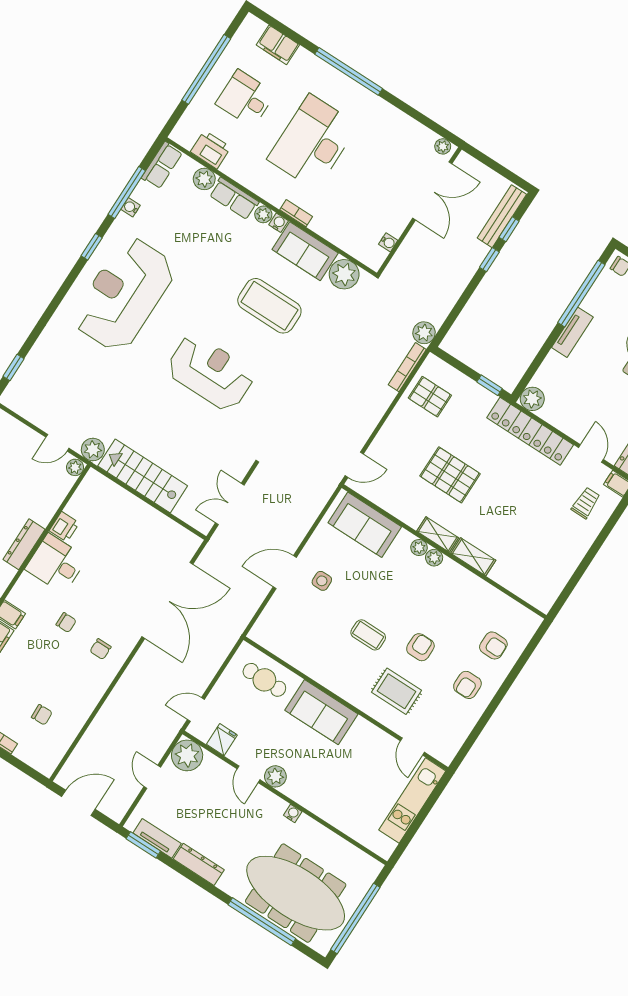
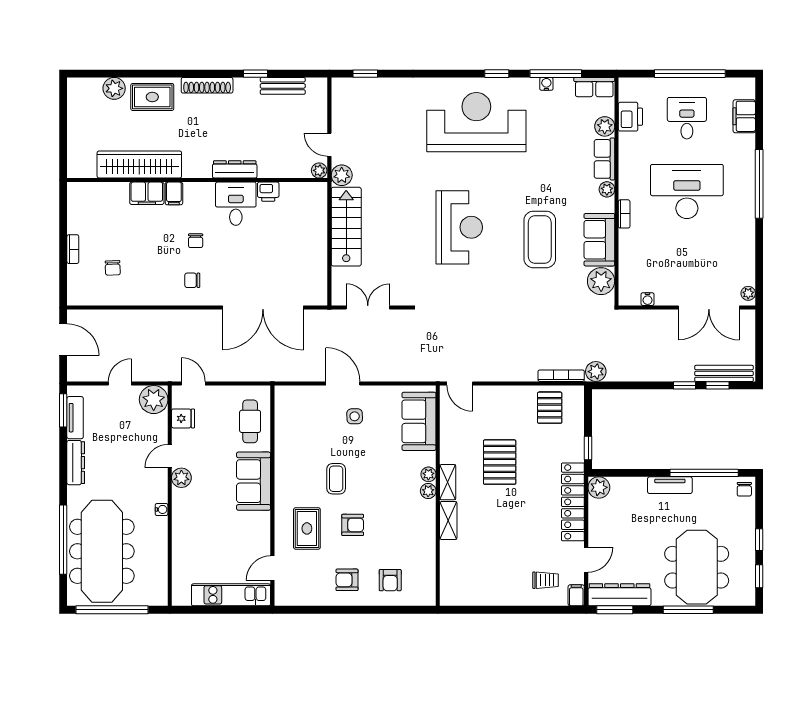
water cooler: (279, 223) -> (608, 205), removed

